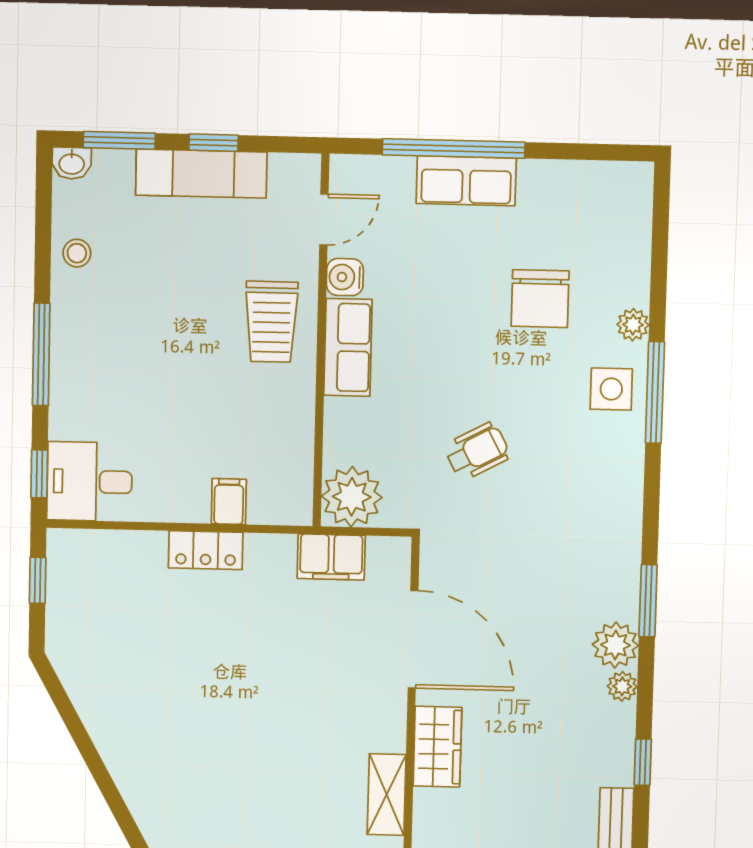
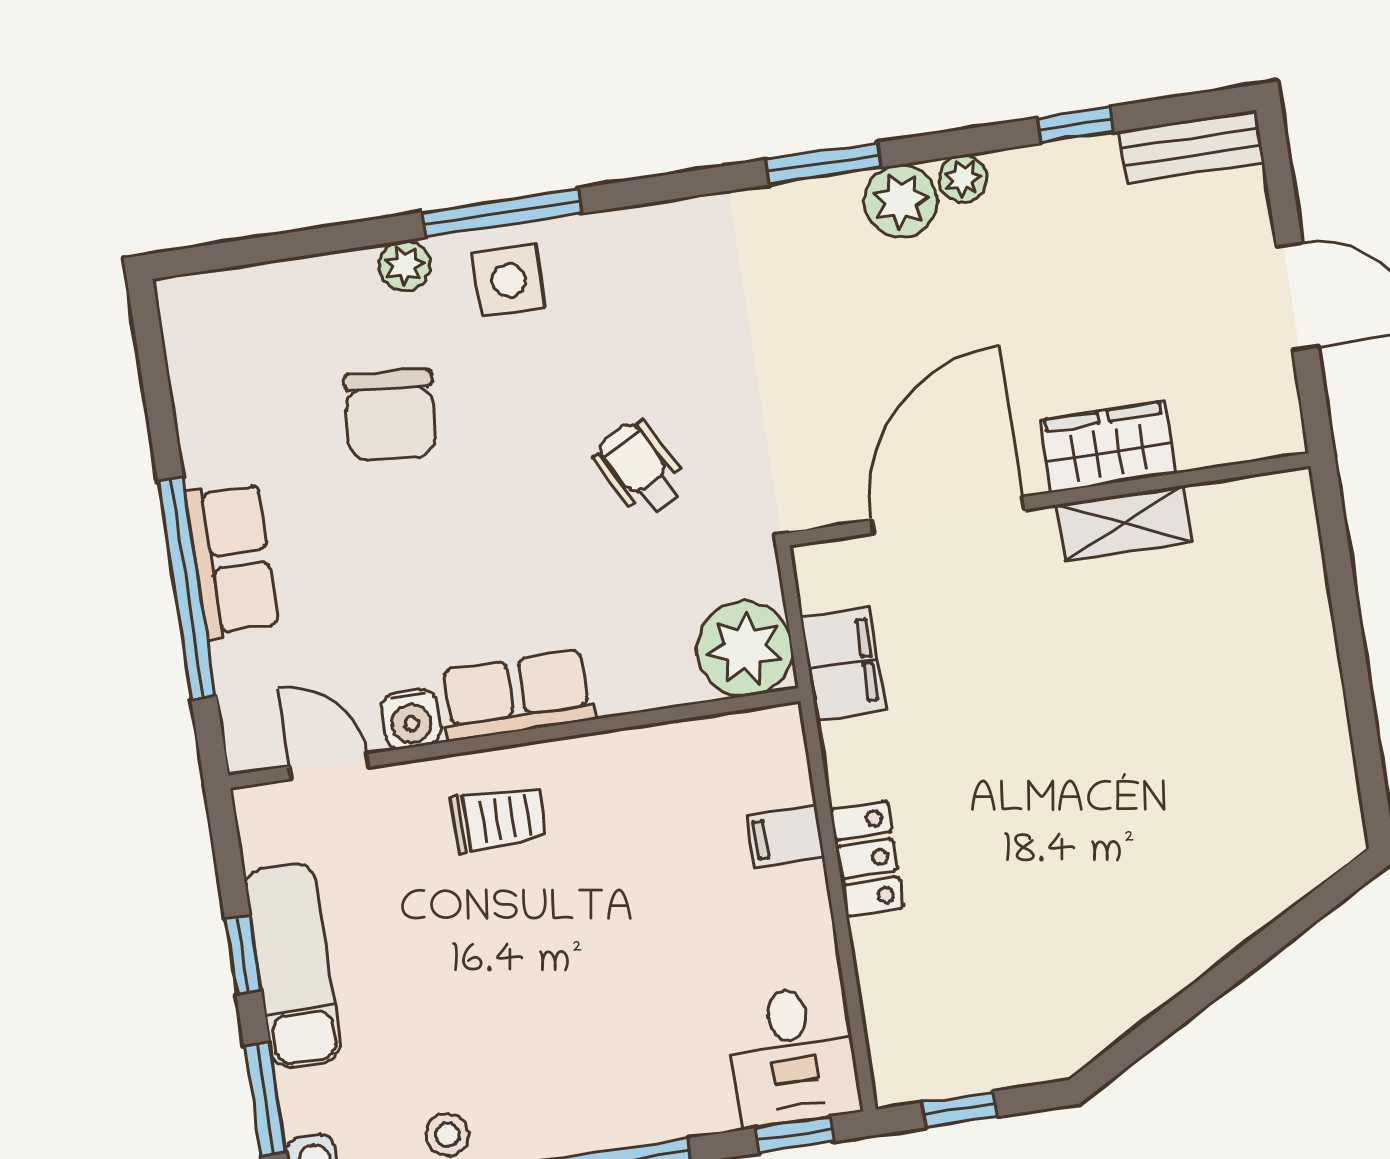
chair: (540, 299) -> (390, 415), turned 95
trolley: (271, 322) -> (499, 819), width x0.73, depth x0.72
shelving: (387, 795) -> (1124, 523), moved

